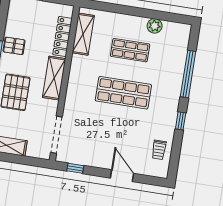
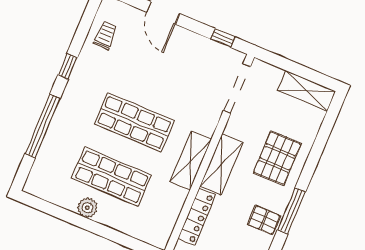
plant: (155, 26) -> (87, 208), moved
shelving: (83, 34) -> (191, 161), moved
shop shelf: (130, 50) -> (112, 177), width x1.43, depth x1.36

